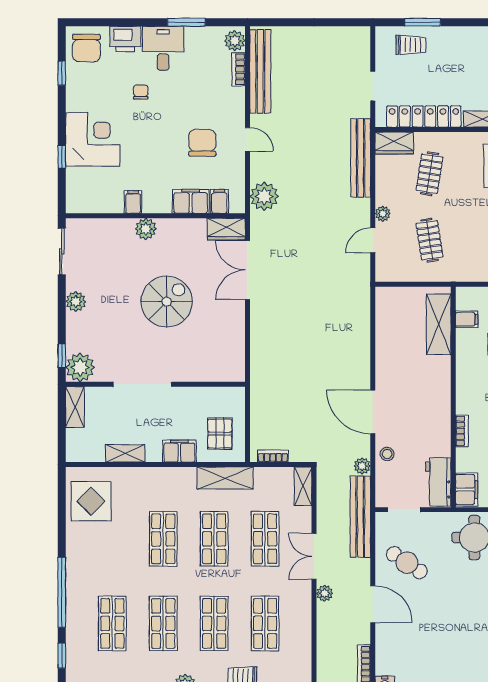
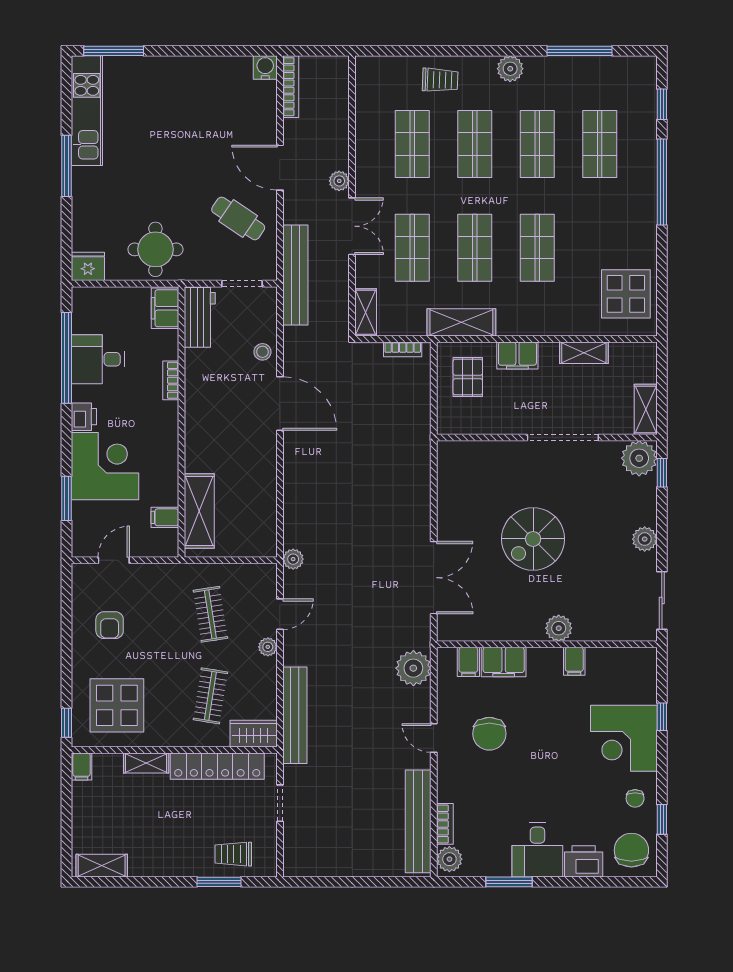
chair: (141, 92) -> (635, 798), moved
wardrobe: (226, 229) -> (460, 628), removed
plant: (362, 466) -> (293, 559), moved

